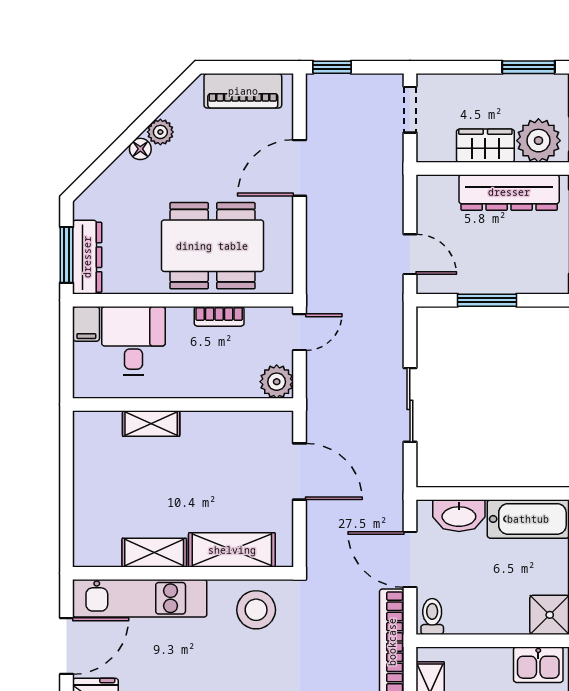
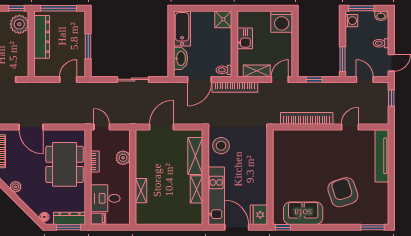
wardrobe: (485, 146) -> (22, 47), removed
floor lamp: (140, 149) -> (44, 217), moved
plant: (277, 382) -> (123, 158), moved
kitchen sink: (538, 665) -> (245, 38), moved

